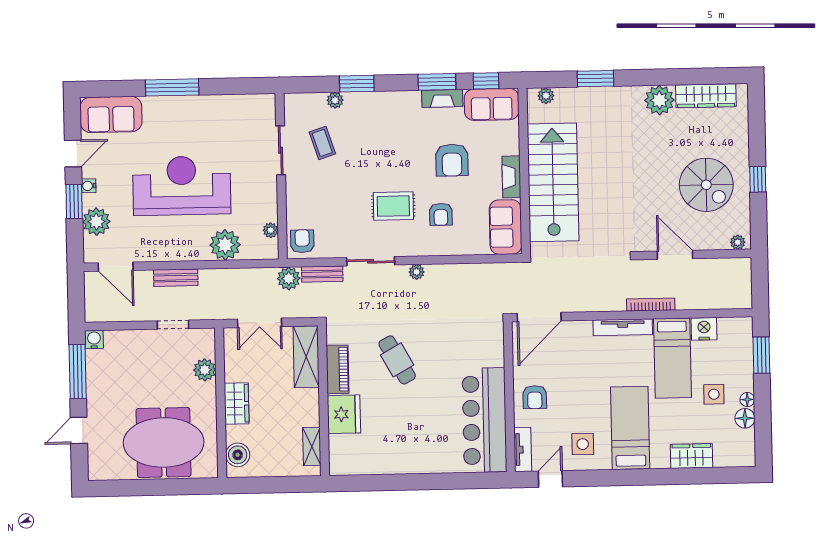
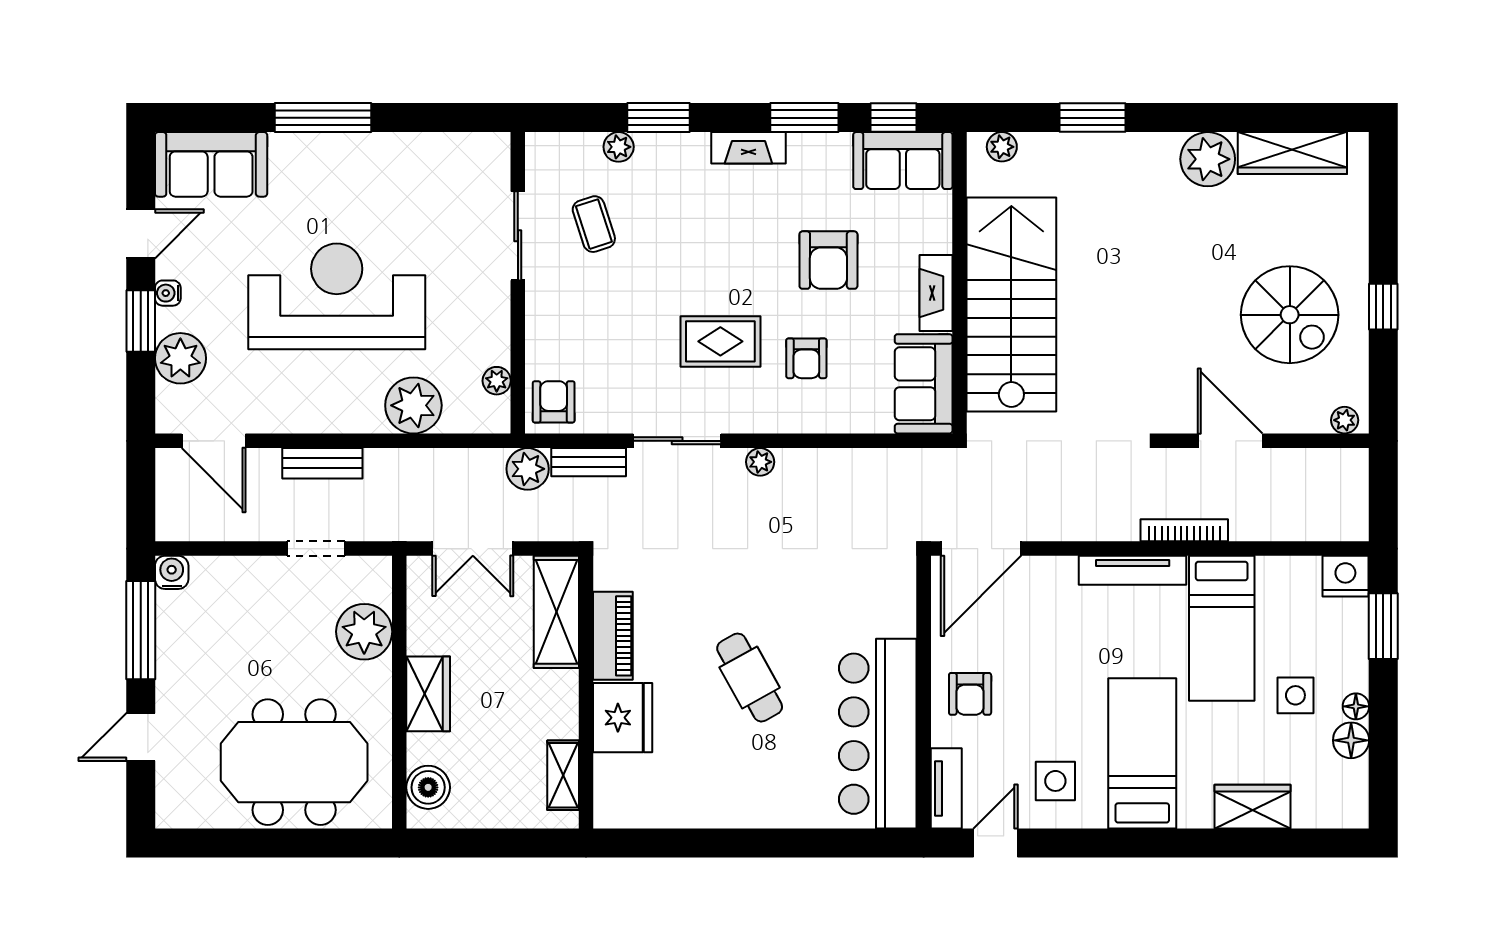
fireplace: (442, 98) -> (748, 148), moved
nightstand: (704, 329) -> (1345, 576), moved
cafe table: (397, 360) -> (750, 678), moved
plant: (205, 370) -> (364, 632), width x1.36, depth x1.36

